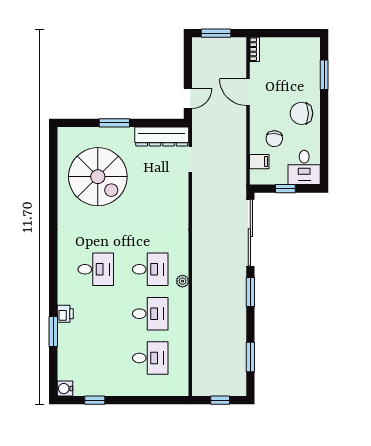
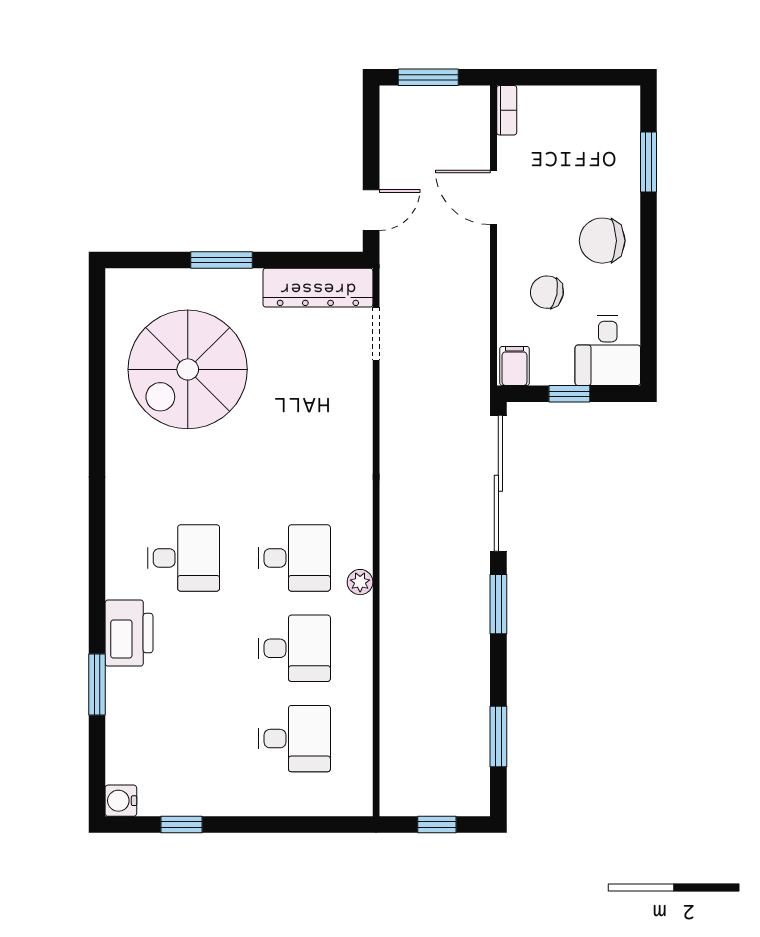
chair: (274, 139) -> (547, 292), turned 97
filing cabinet: (259, 162) -> (515, 366), moved, turned -90
spiral stairs: (98, 177) -> (188, 369), turned 90
printer: (65, 314) -> (129, 633), width x1.87, depth x1.48

